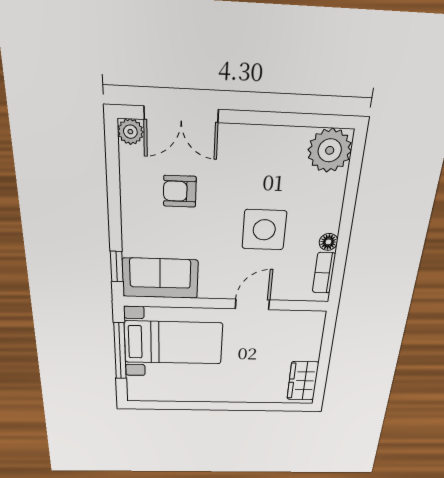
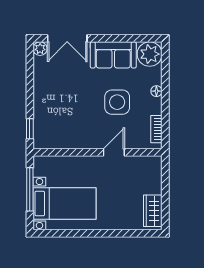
armchair: (180, 191) -> (67, 81), removed
floor lamp: (328, 242) -> (156, 91), moved
sofa: (160, 278) -> (113, 55), moved, turned 180
bed with nightstands: (173, 343) -> (64, 204), moved

